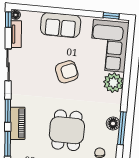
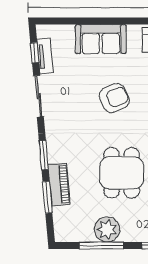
floor lamp: (16, 15) -> (42, 31), removed
window: (8, 20) -> (35, 53), moved
piano: (18, 123) -> (59, 185), moved

